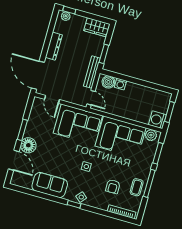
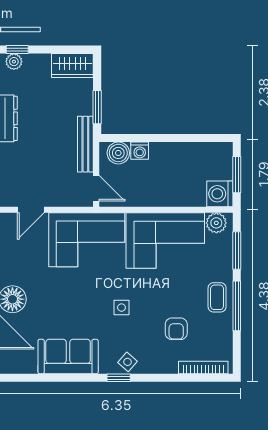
door: (52, 99) -> (31, 210), hinge flipped
coffee table: (137, 187) -> (217, 297), moved

